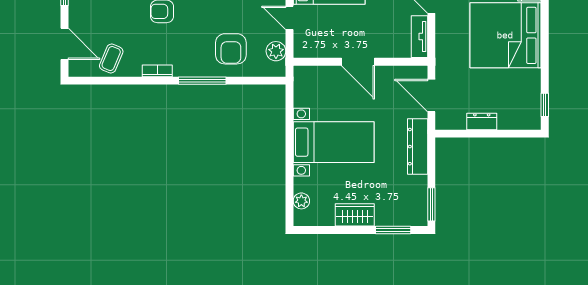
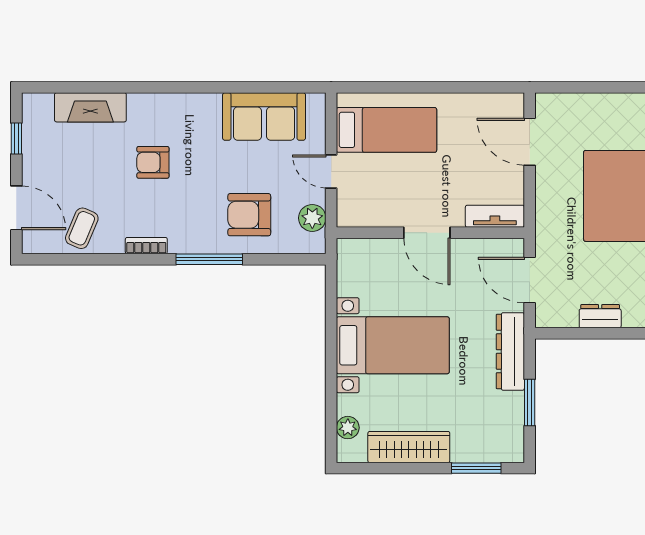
tv unit: (419, 37) -> (495, 216), moved, turned 90
armchair: (231, 49) -> (249, 215), turned 90
window: (431, 204) -> (530, 403), moved
wardrobe: (355, 215) -> (409, 447), width x1.50

